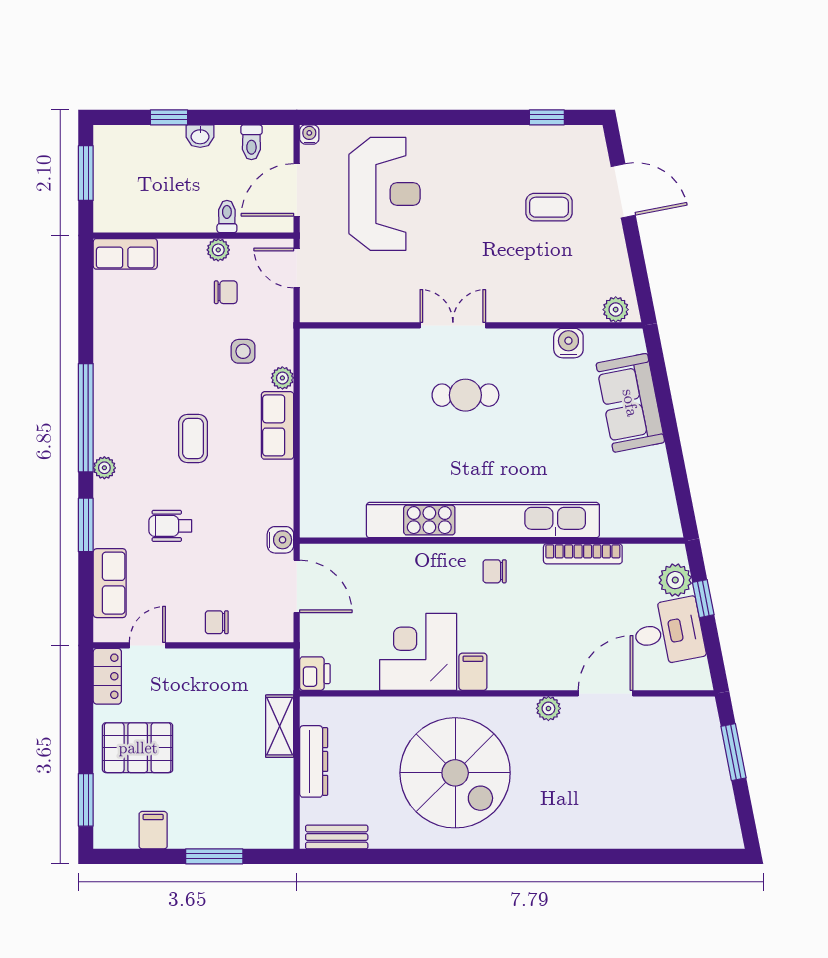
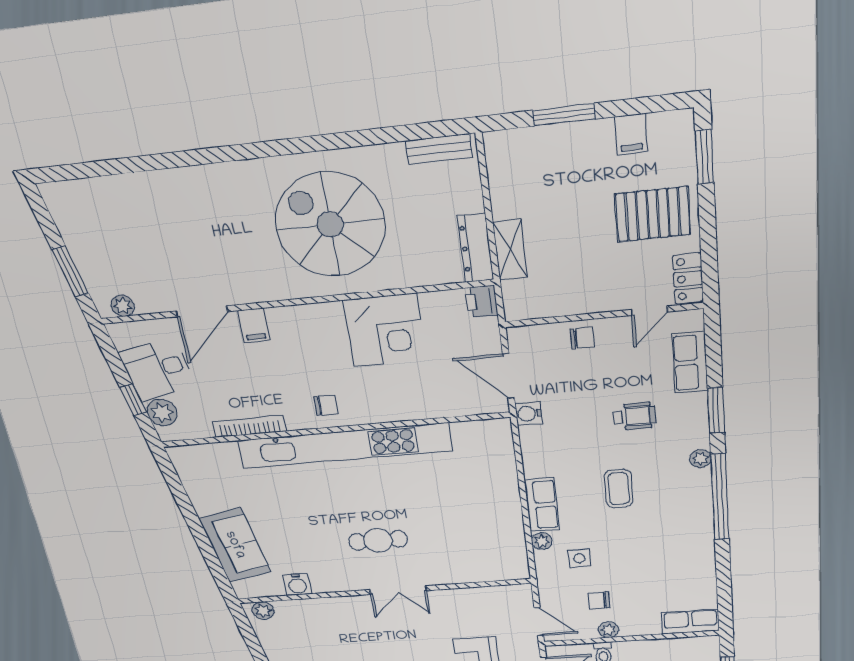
filing cabinet: (473, 672) -> (254, 325), moved
plant: (548, 708) -> (123, 306), moved
dresser: (314, 761) -> (476, 248), moved

